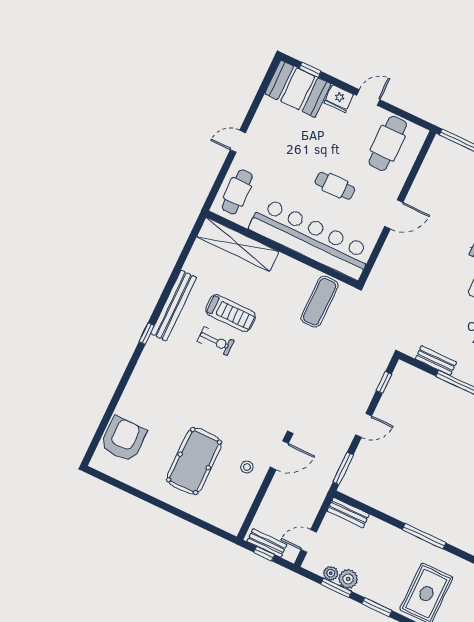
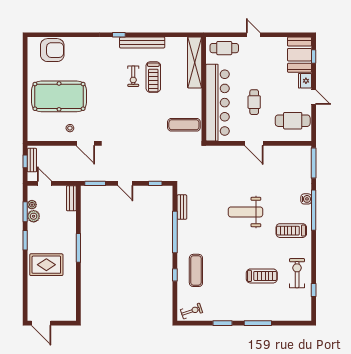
pool table: (194, 461) -> (59, 96), width x1.36, depth x1.32

